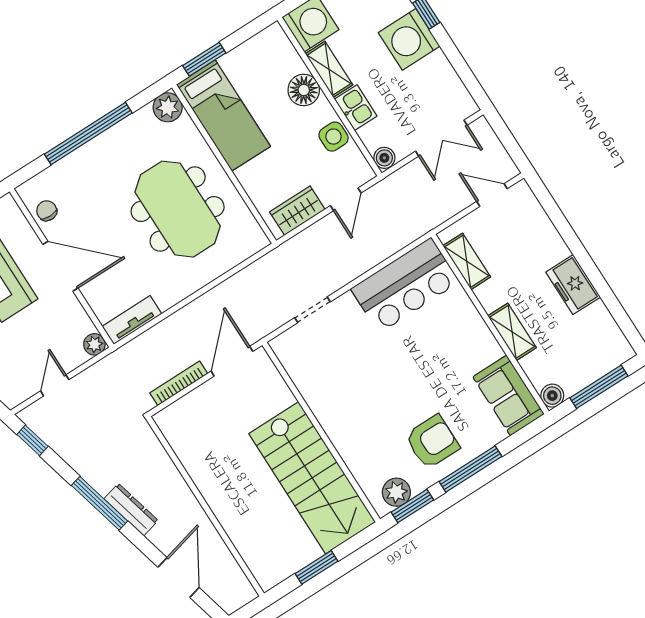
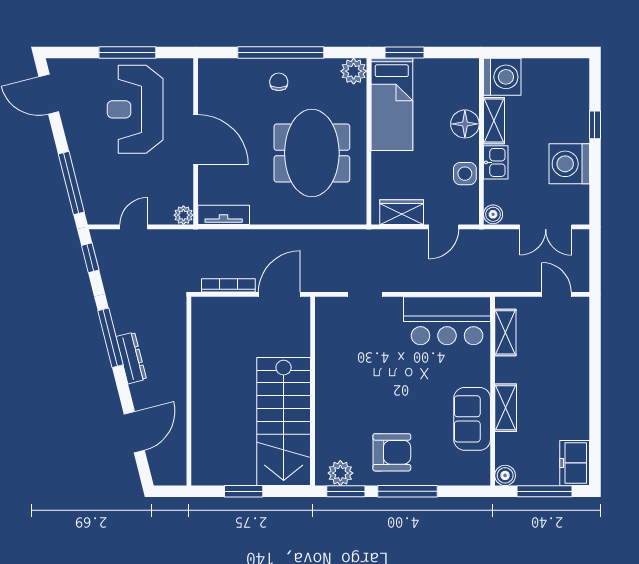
washing machine: (409, 39) -> (569, 164), moved
chair: (47, 211) -> (279, 82), moved
freezer: (573, 285) -> (575, 463), moved
sofa: (509, 395) -> (472, 419), moved

